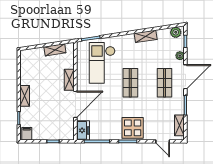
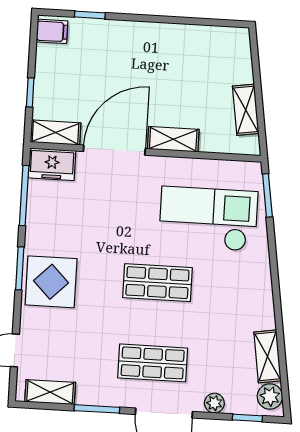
shelving: (146, 36) -> (268, 356), moved
shelving: (25, 96) -> (56, 132), moved
door: (75, 104) -> (114, 150), swing flipped

